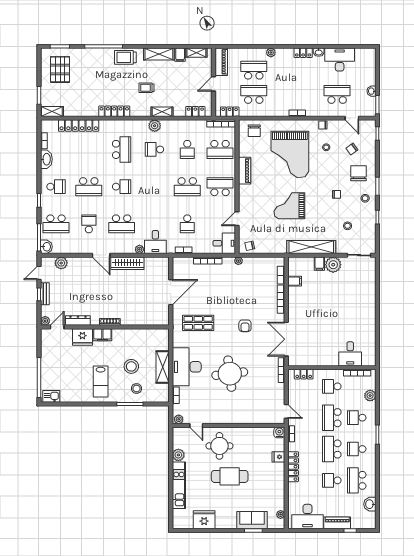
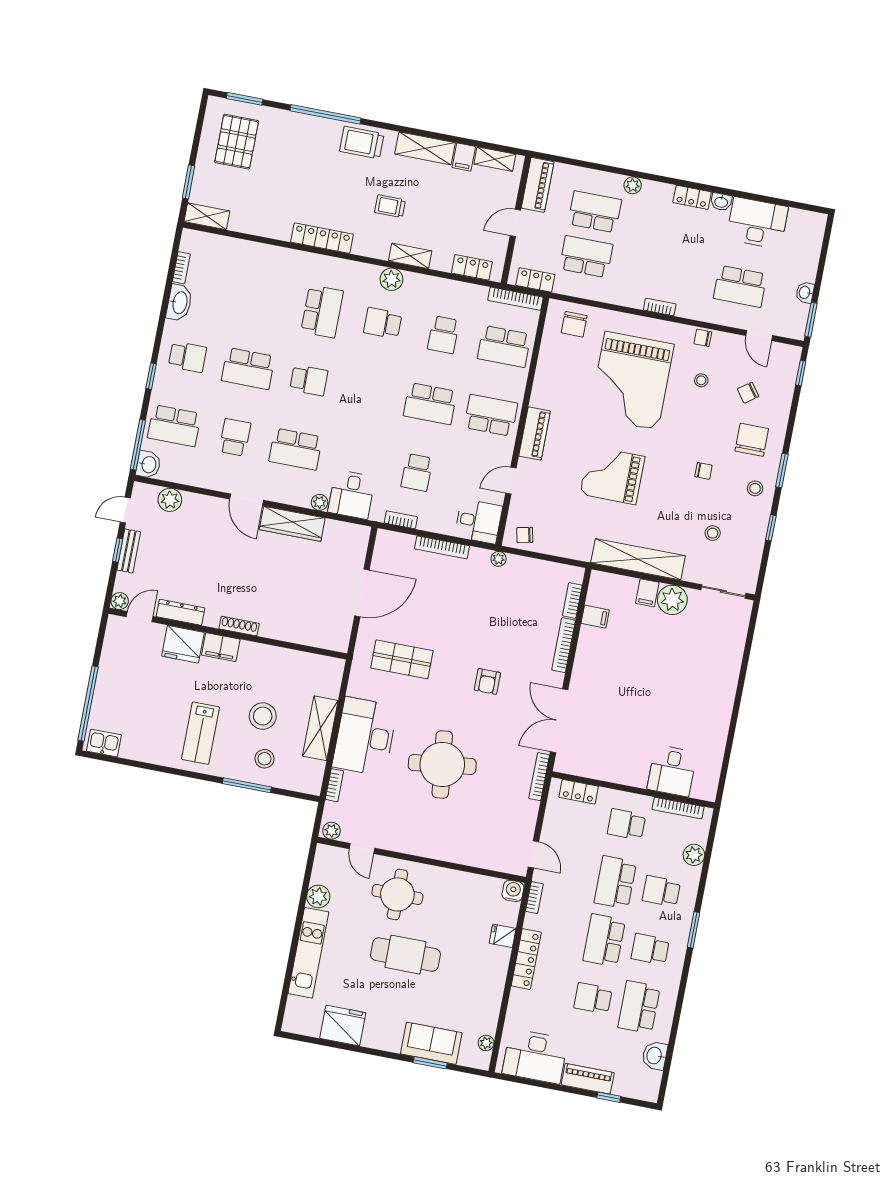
school desk: (337, 94) -> (740, 286), turned 180
locker: (79, 126) -> (251, 252), removed
piano: (245, 171) -> (535, 433), moved

